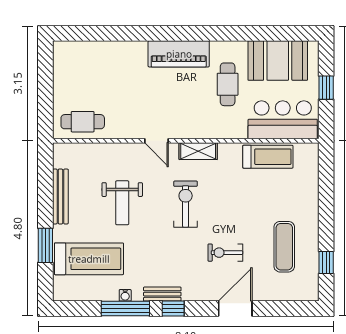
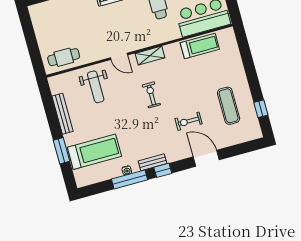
weight bench: (122, 203) -> (96, 87), moved
exercise bike: (186, 204) -> (151, 95), width x0.73, depth x0.72
door: (235, 308) -> (206, 158), hinge flipped

